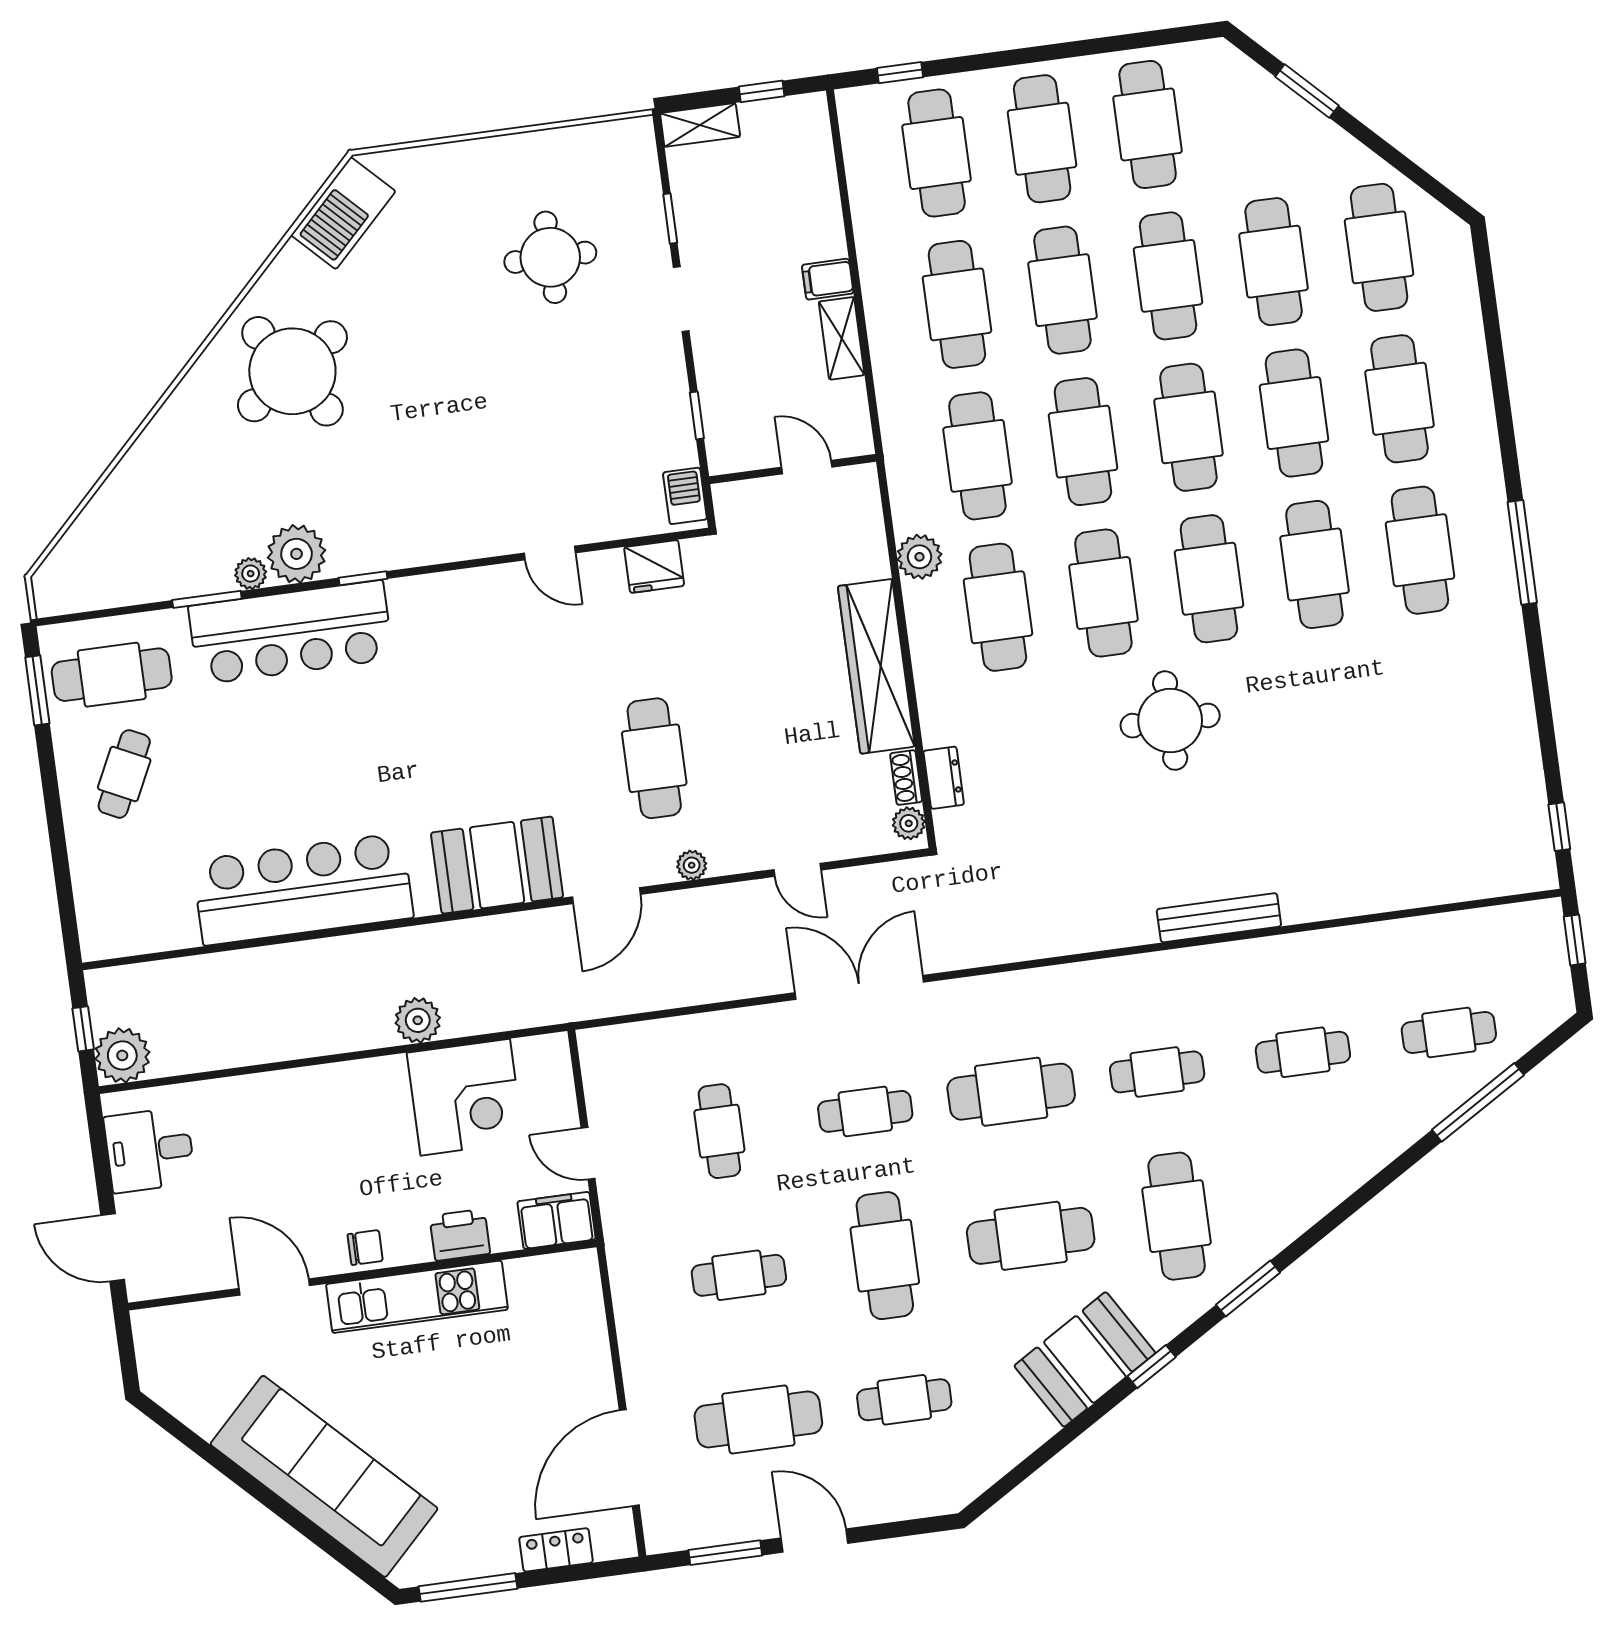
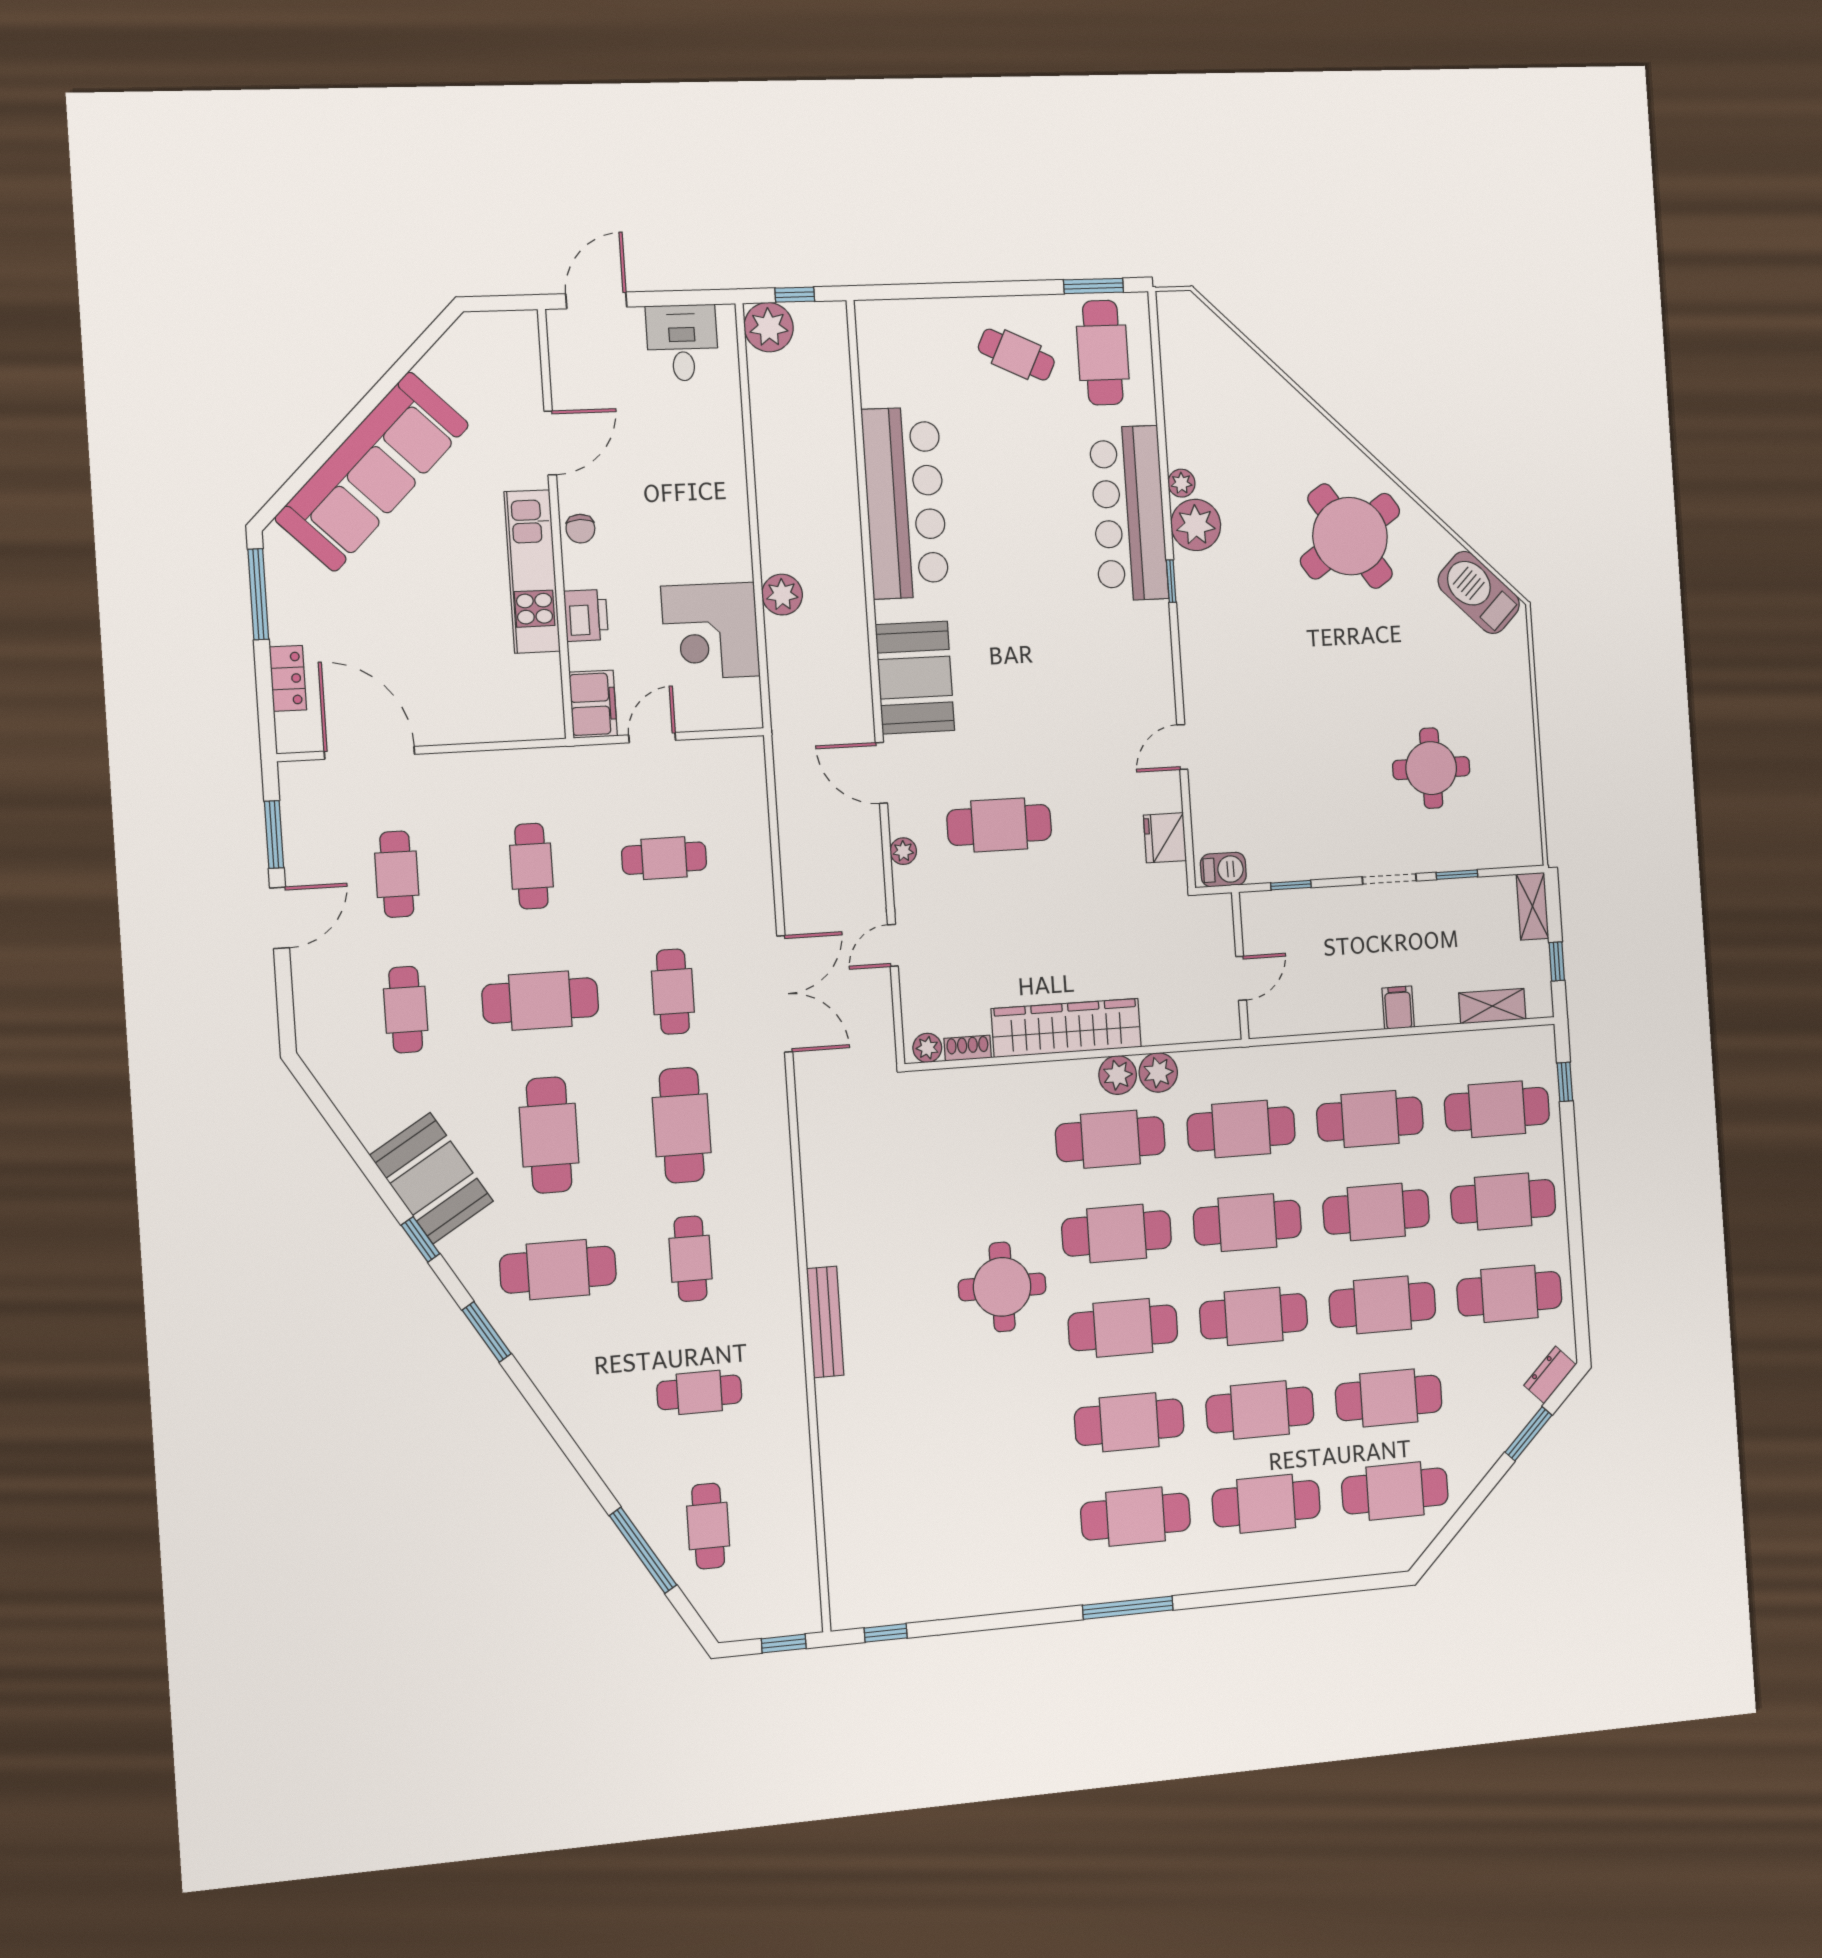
shelving: (842, 338) -> (1492, 1006), moved
window: (207, 599) -> (1162, 443), removed
plant: (925, 604) -> (1118, 1075), added
dresser: (944, 778) -> (1550, 1375), moved, turned 135
cafe table: (1303, 1052) -> (699, 1392), turned 90
cafe table: (758, 1419) -> (397, 874), width x0.73, depth x0.74

